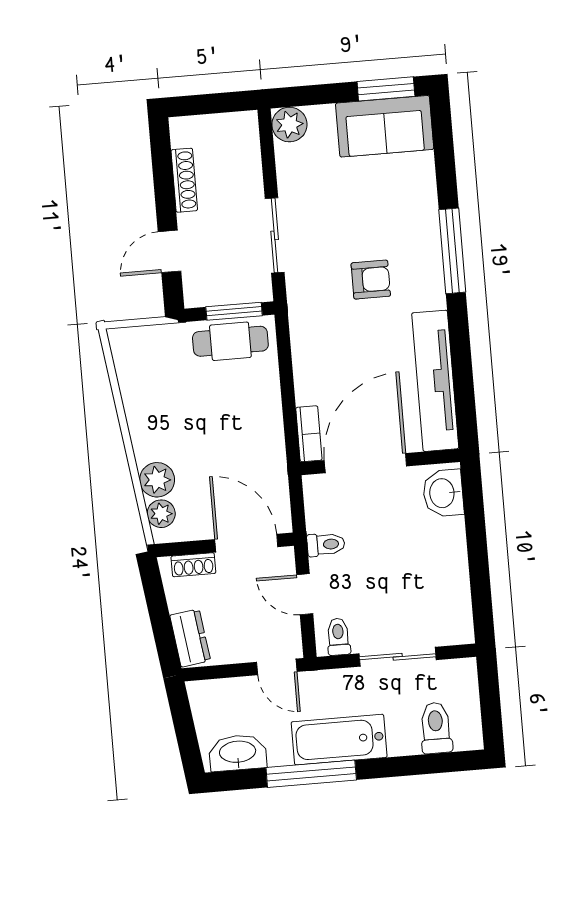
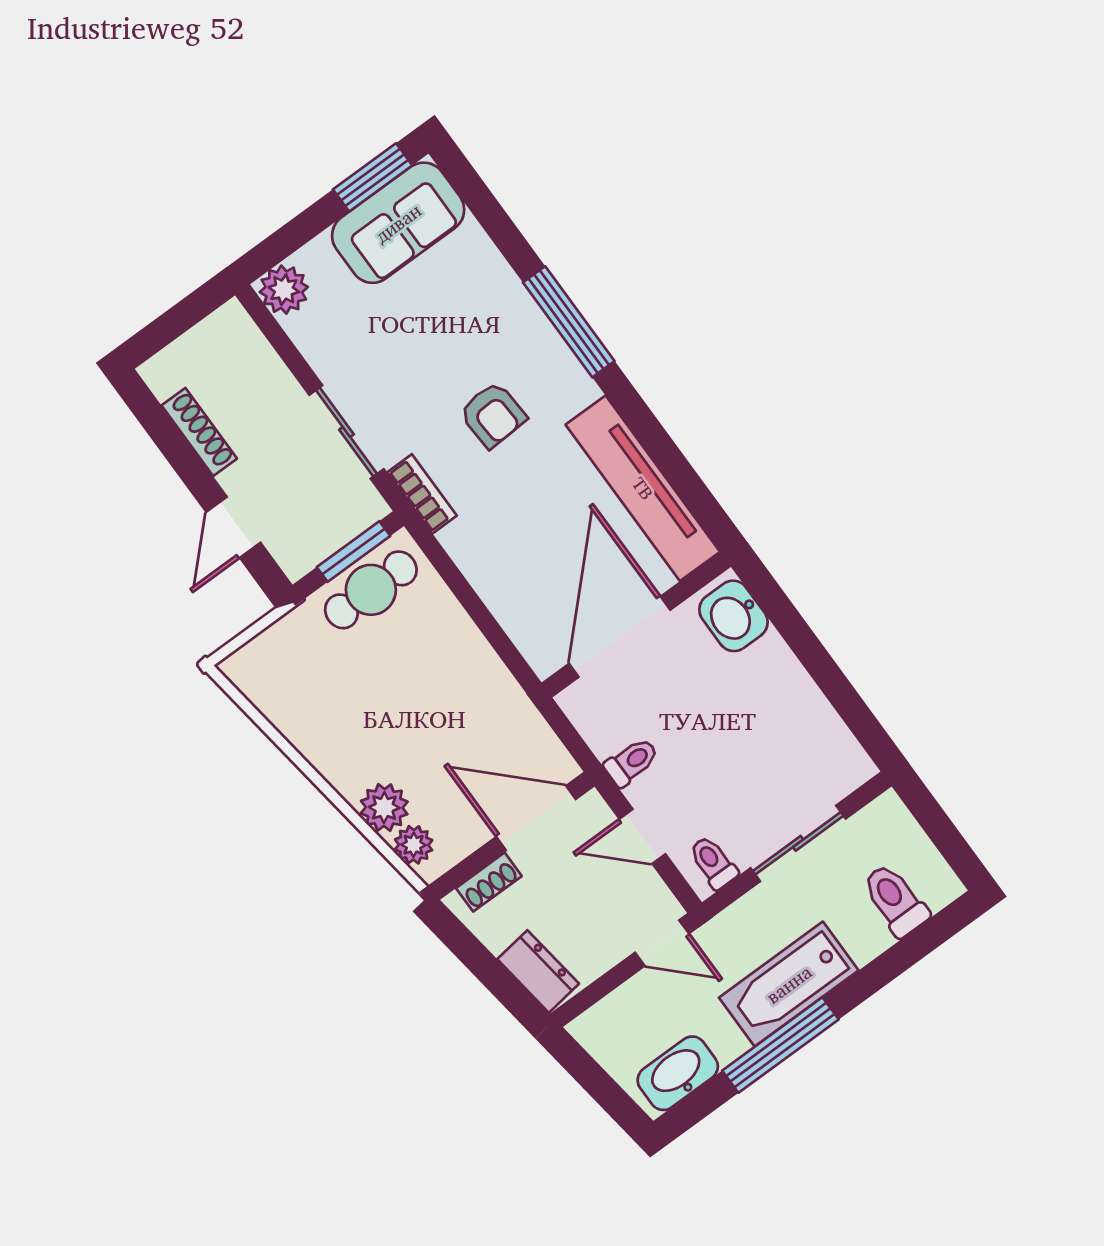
armchair: (371, 280) -> (493, 415), turned 87
bookcase: (309, 434) -> (422, 494), moved

